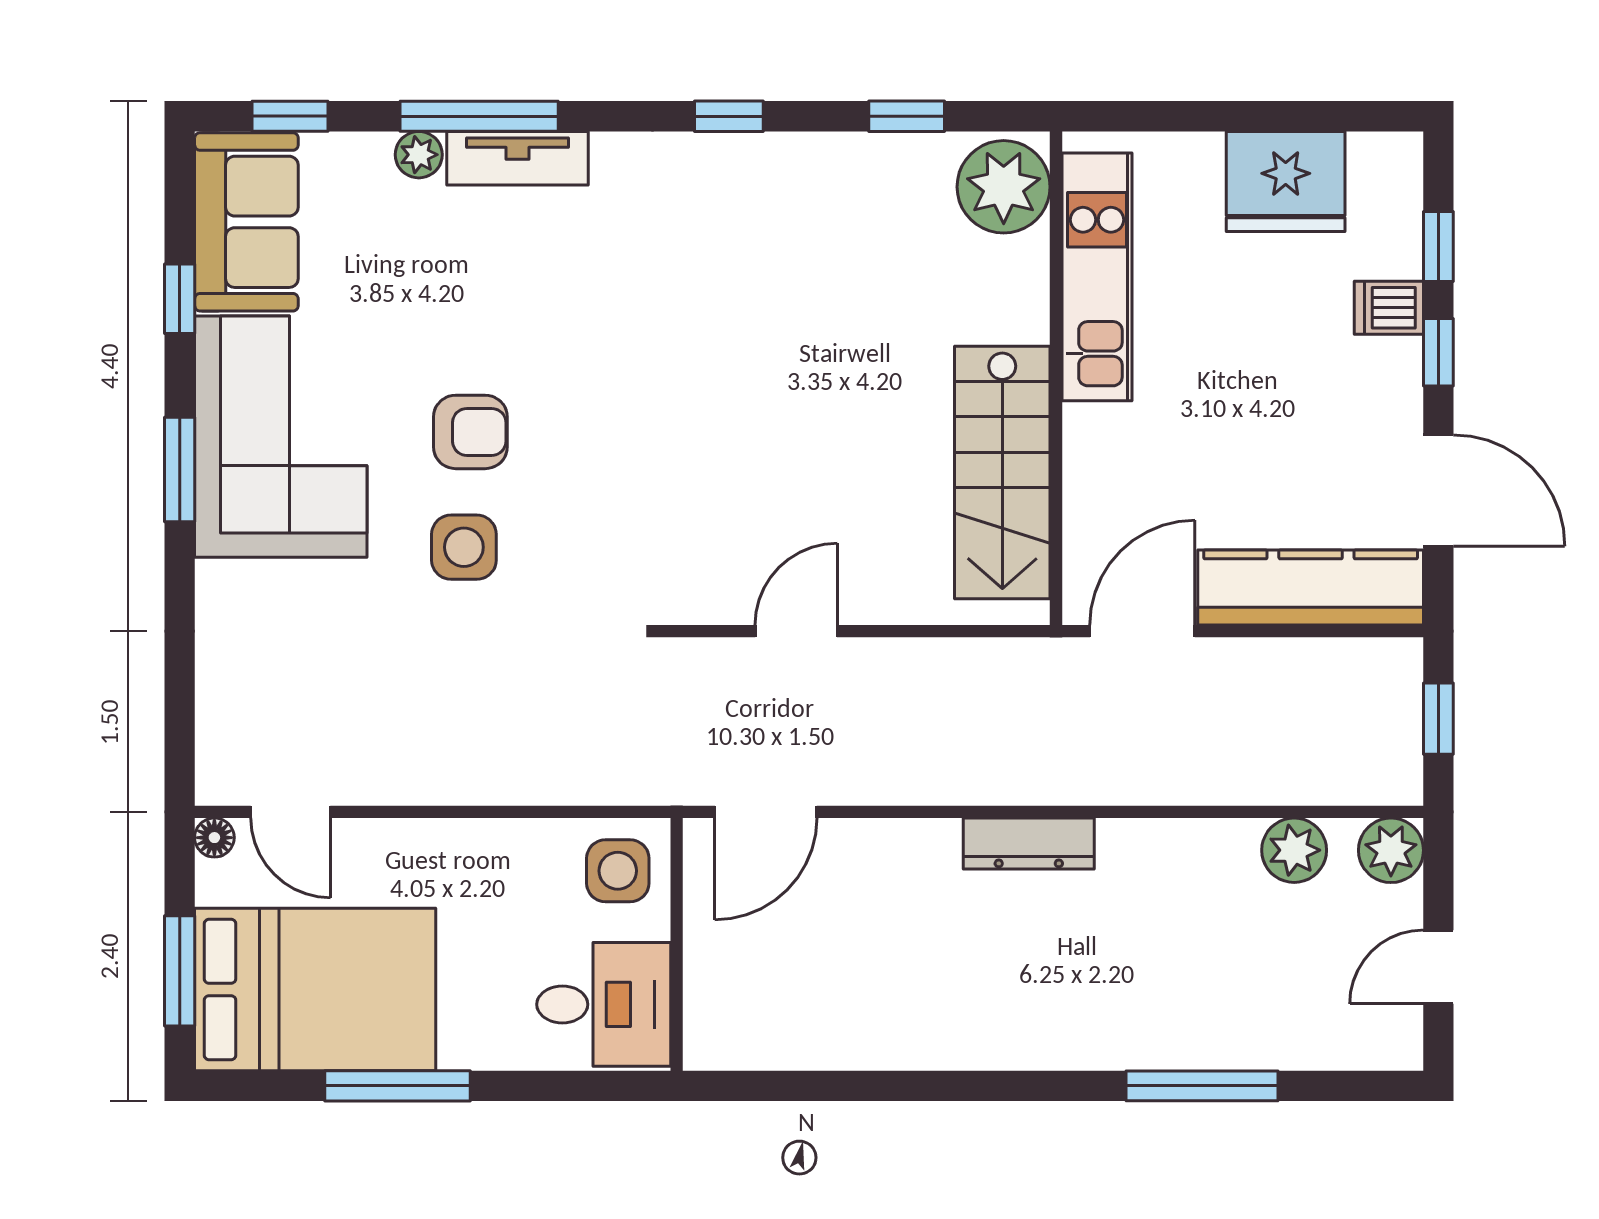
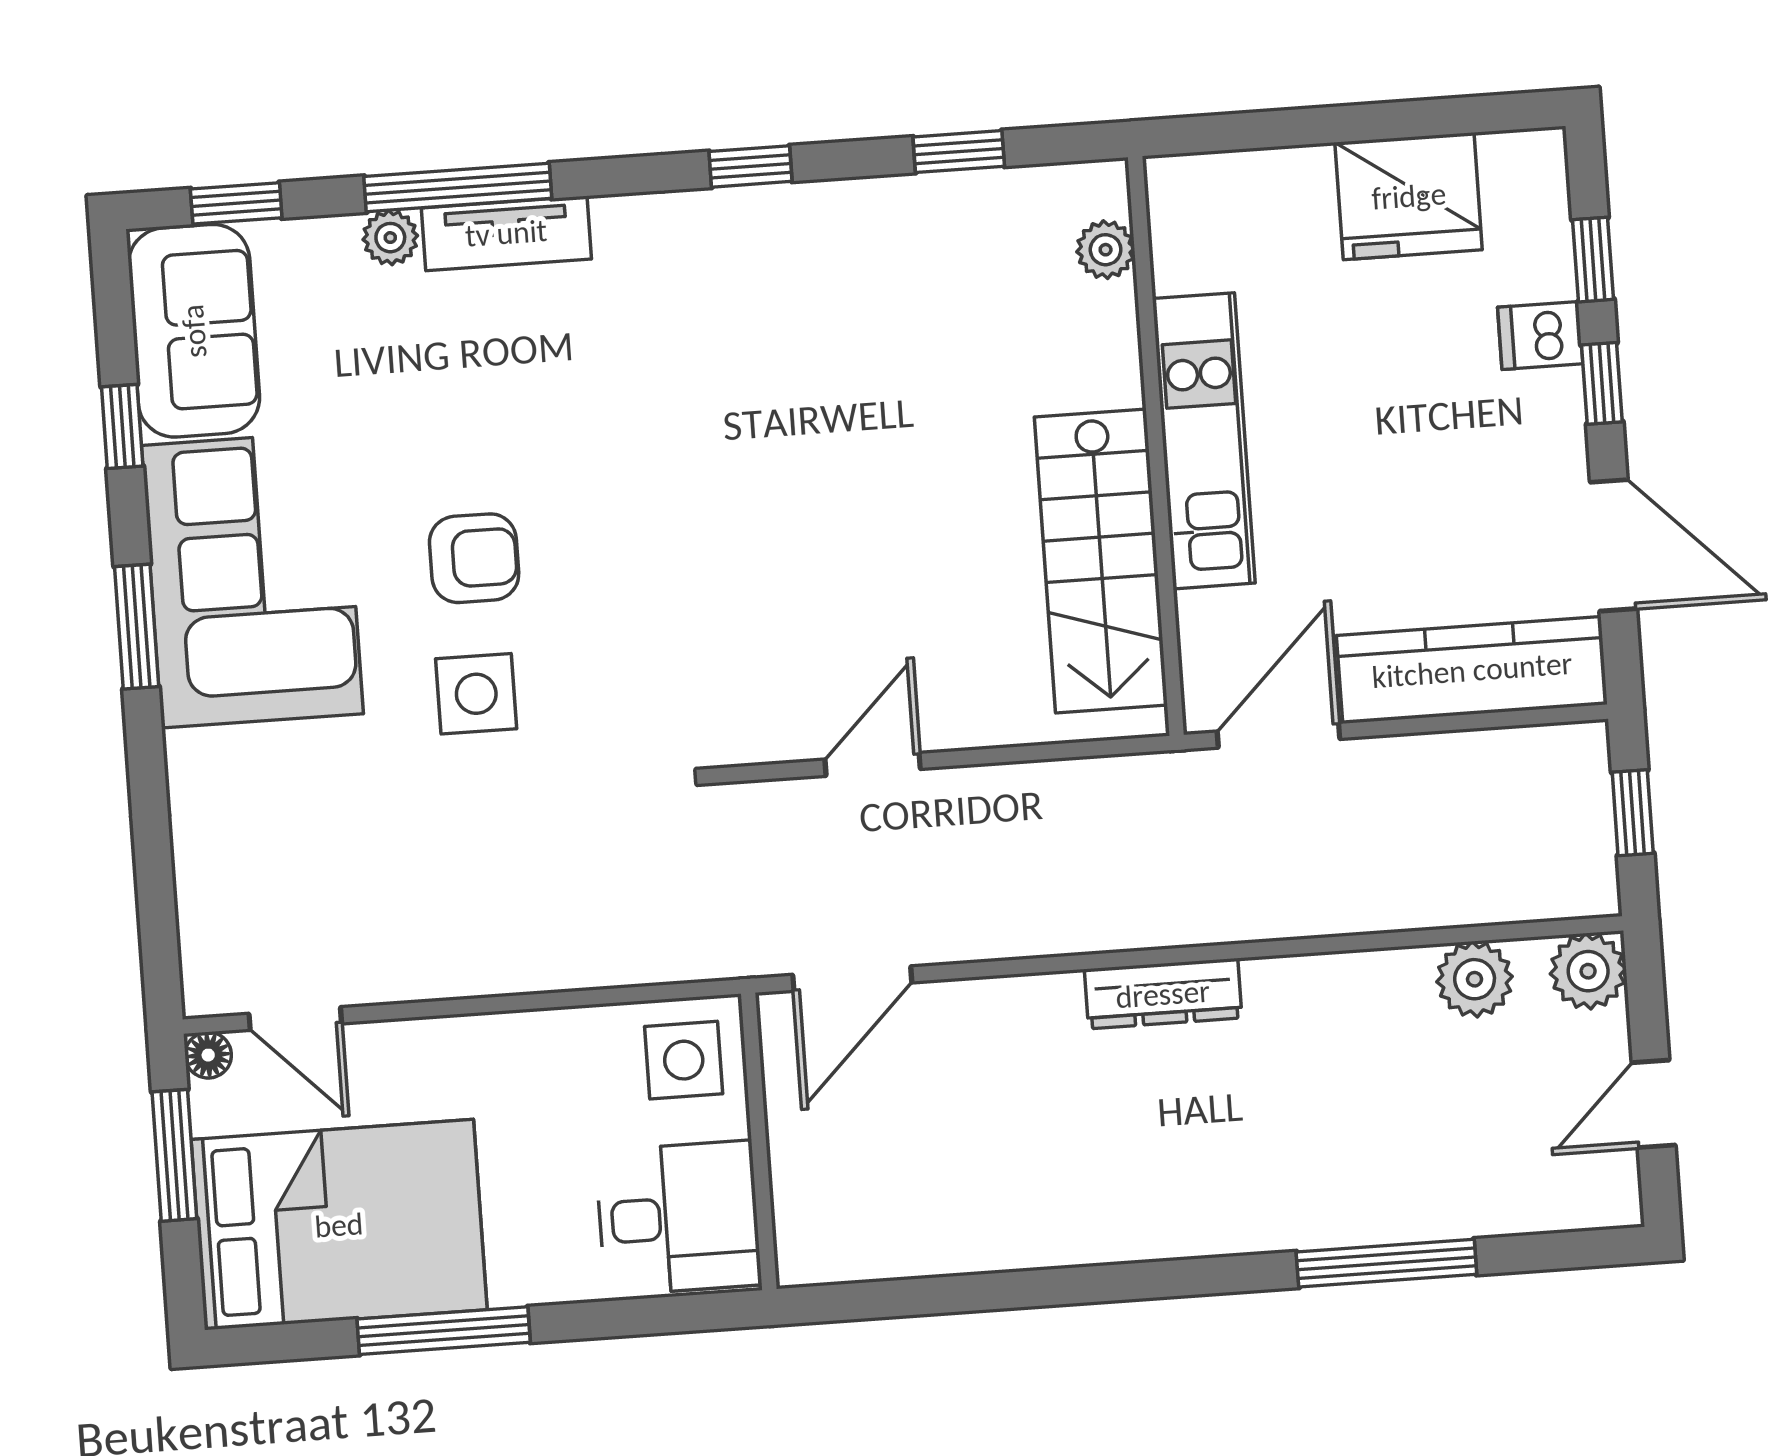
plant: (1004, 187) -> (1106, 250), width x0.53, depth x0.53
kitchen unit: (1097, 277) -> (1204, 441), moved
window: (180, 971) -> (174, 1155), moved

